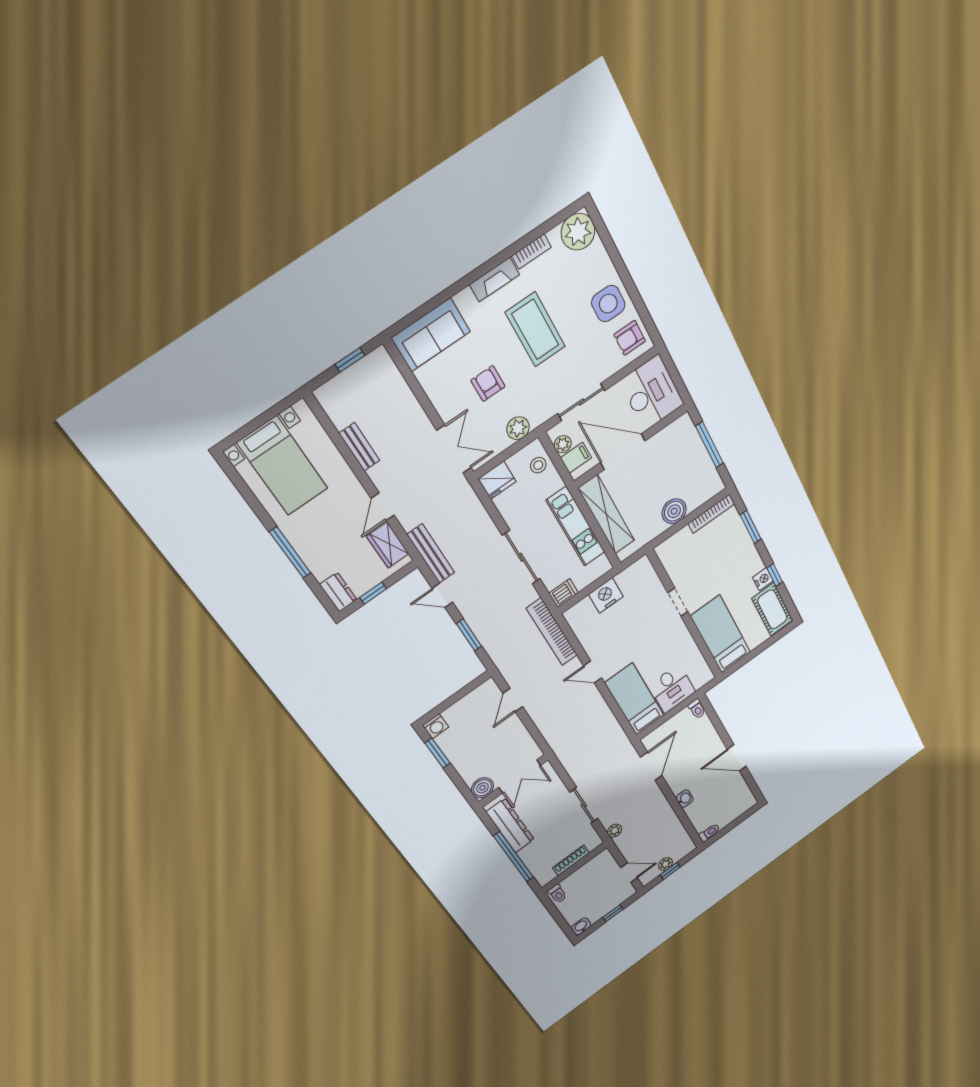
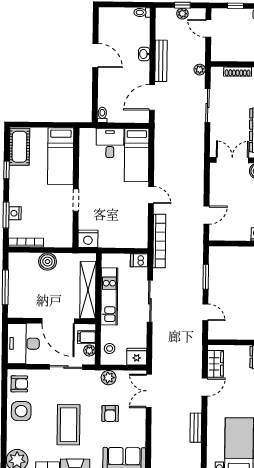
bench: (431, 554) -> (161, 61), moved
nightstand: (763, 579) -> (15, 213), moved
window: (373, 593) -> (240, 342), removed
nightstand: (606, 596) -> (88, 239), moved

